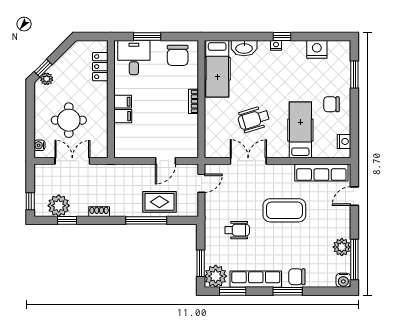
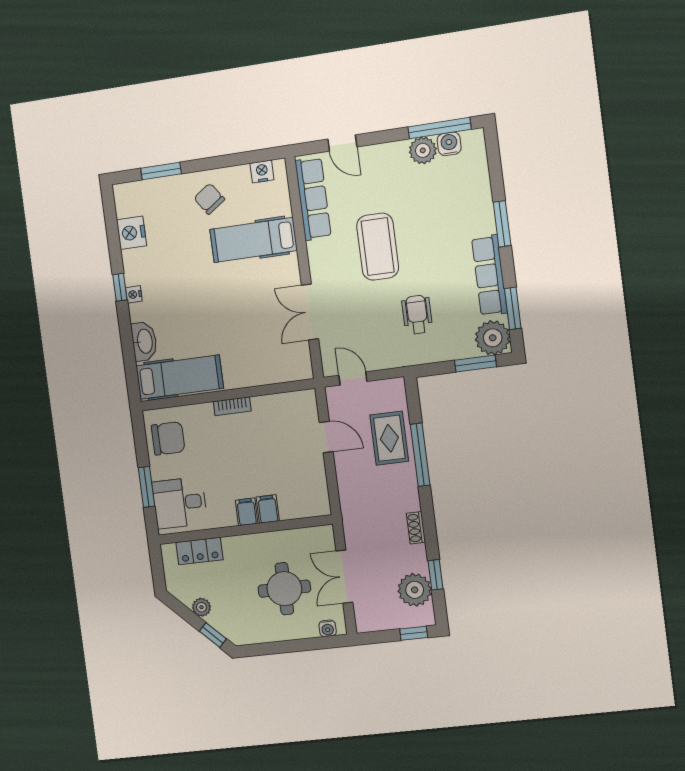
plant: (47, 79) -> (201, 607), moved
chair: (331, 104) -> (209, 199), turned 145
wheelchair: (254, 119) -> (247, 312), removed
chair: (297, 277) -> (478, 213), removed
water cooler: (343, 280) -> (449, 144), moved, turned -90

